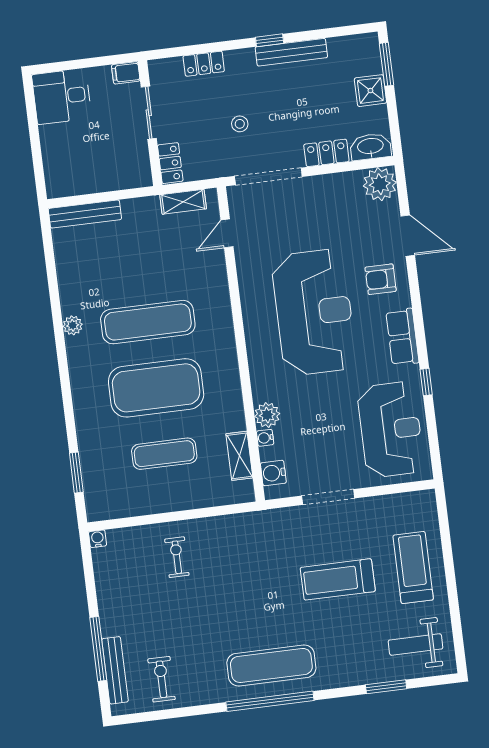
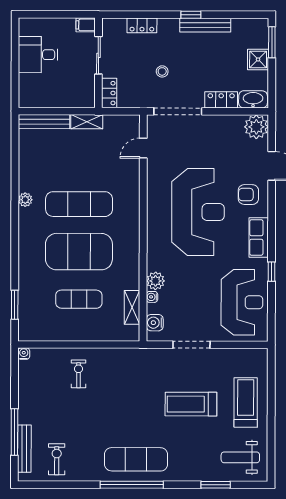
desk: (62, 96) -> (38, 55), moved
shelving: (183, 202) -> (87, 122), moved

